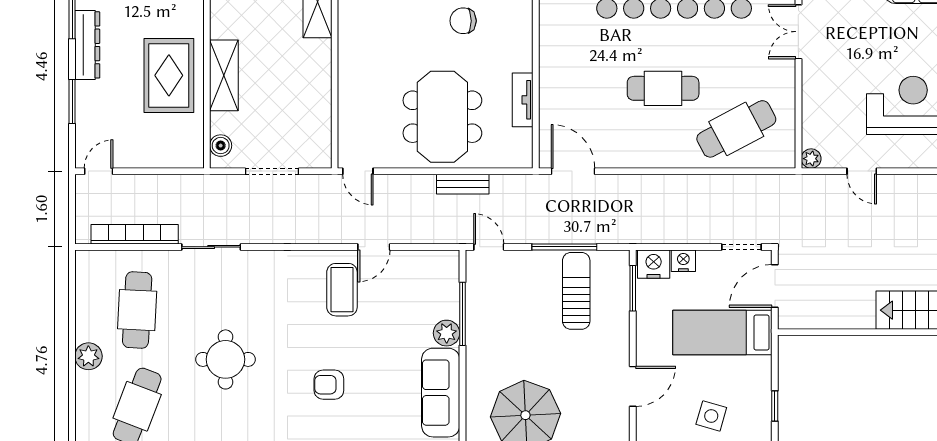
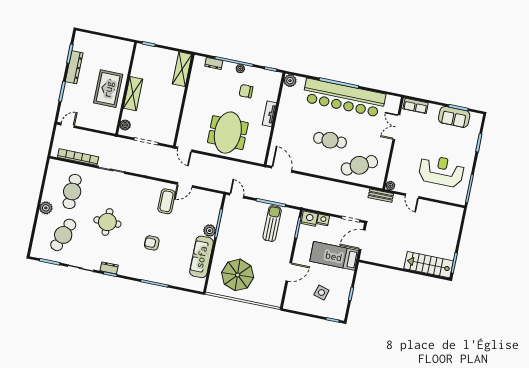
tv unit: (523, 100) -> (269, 114), moved
bench: (463, 184) -> (381, 196), moved

